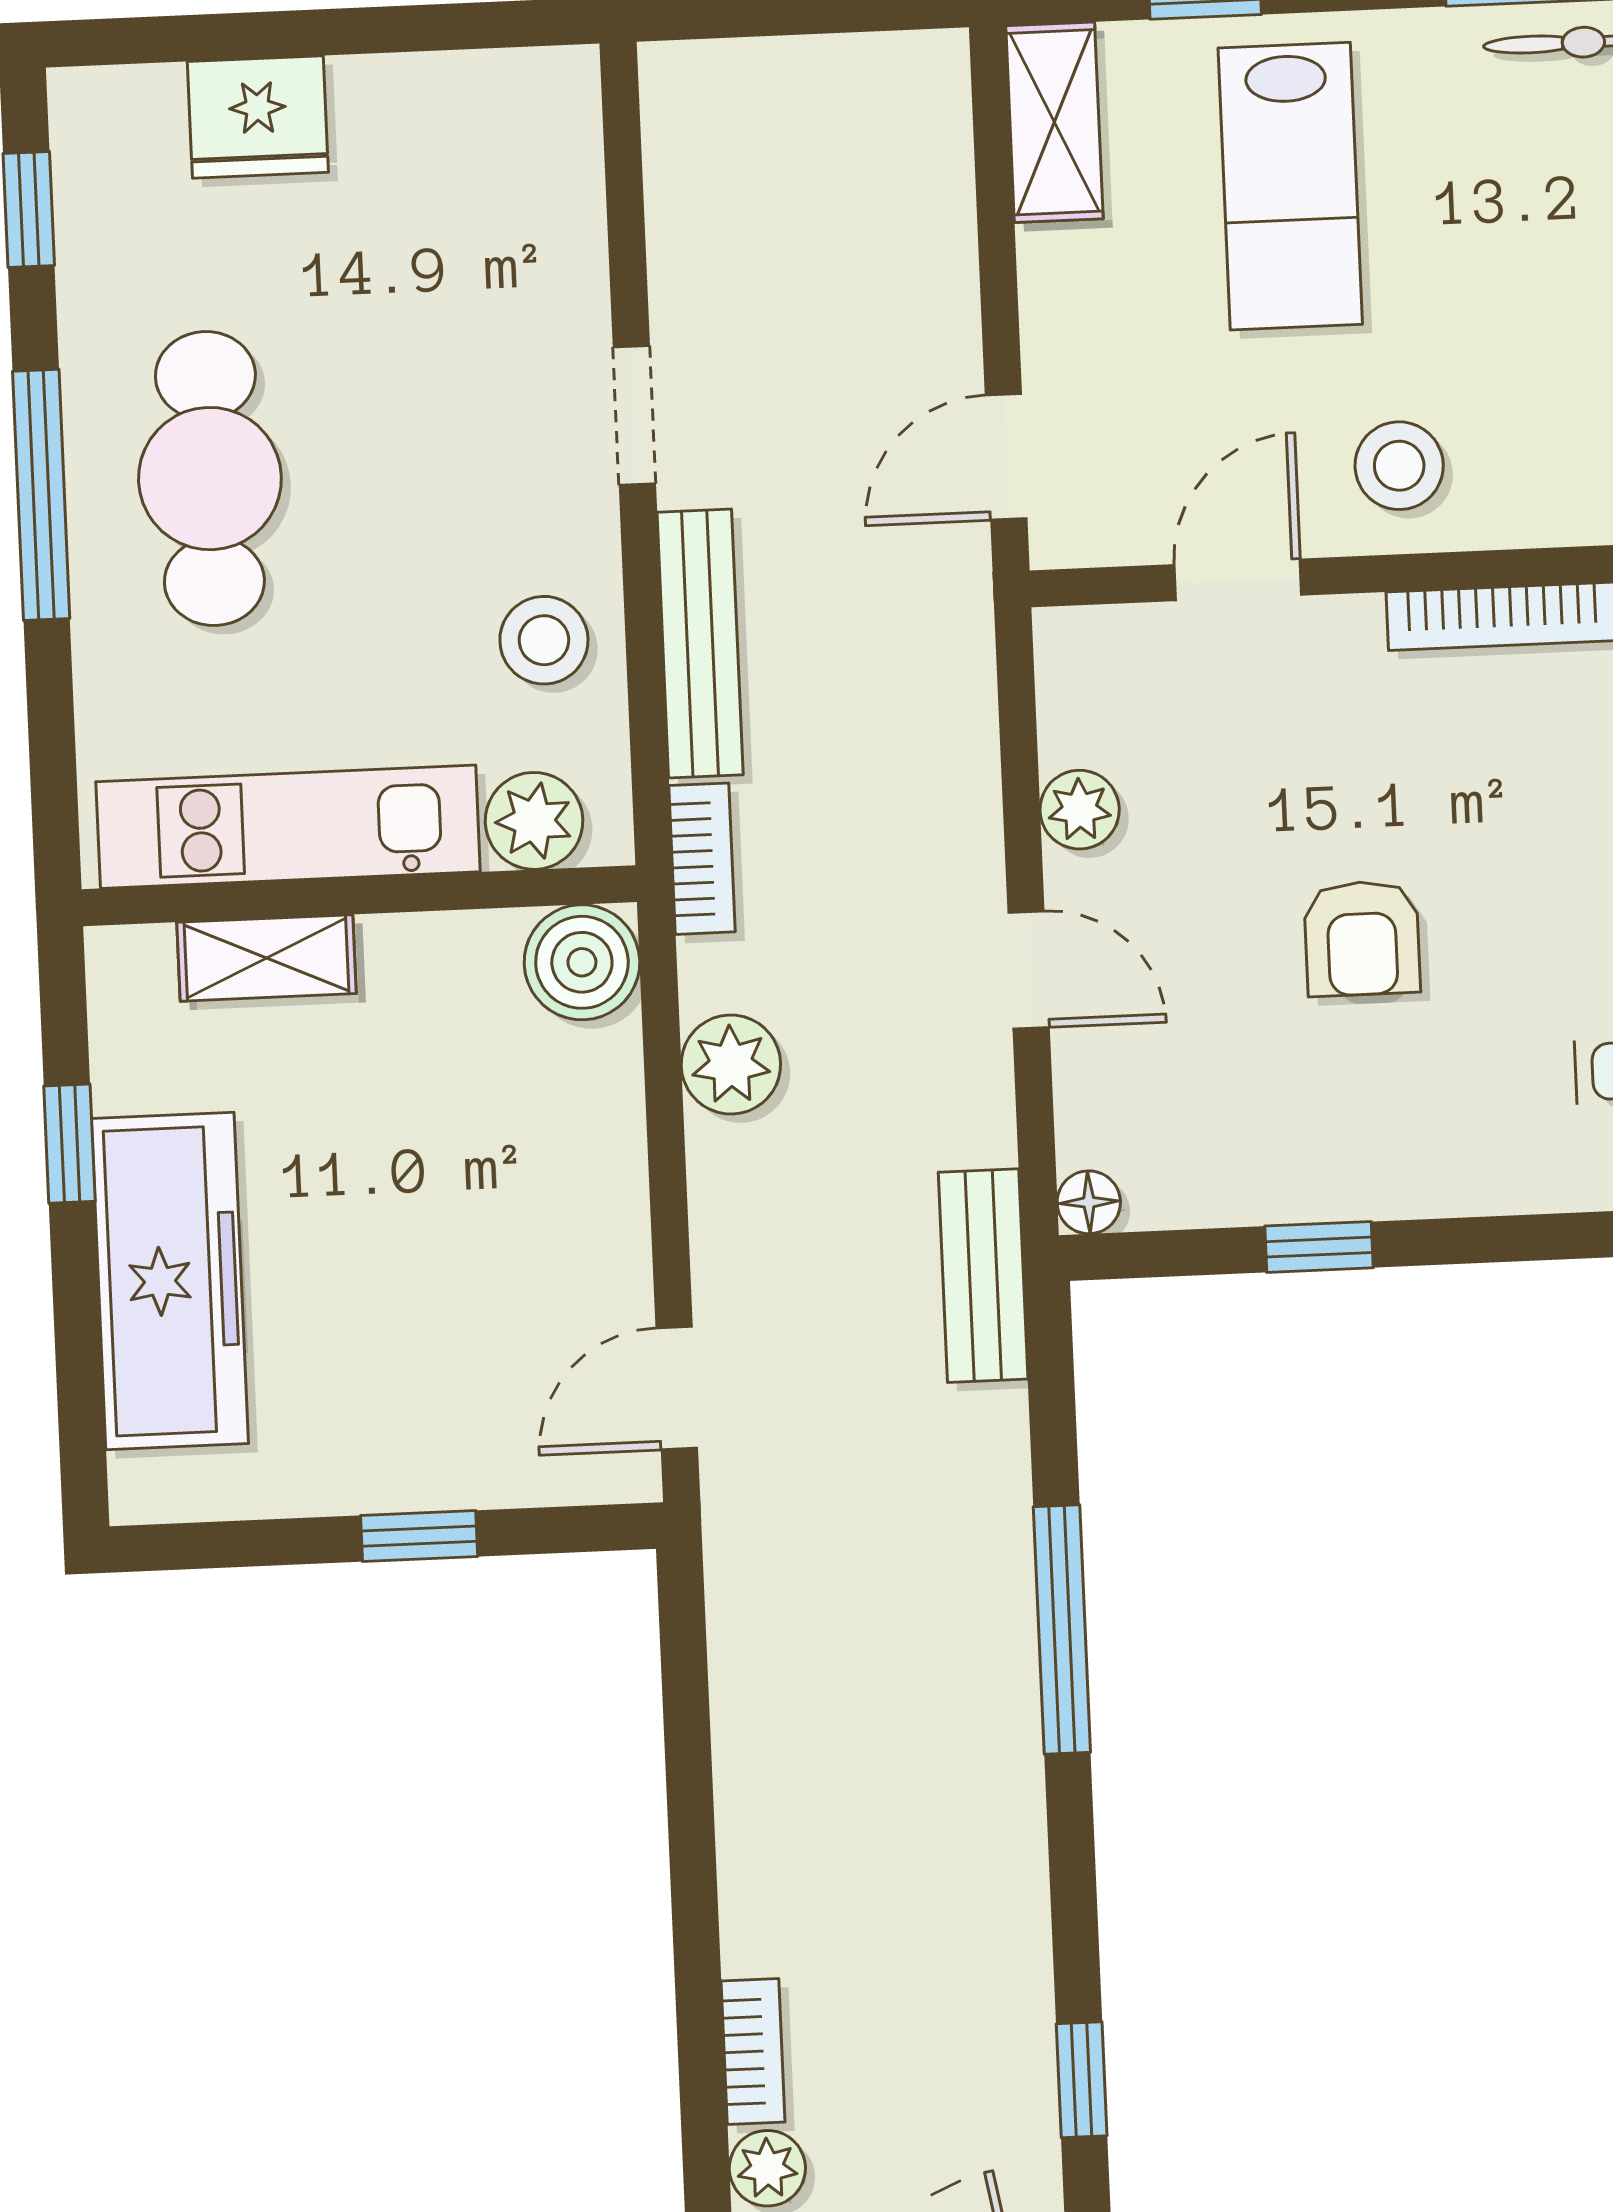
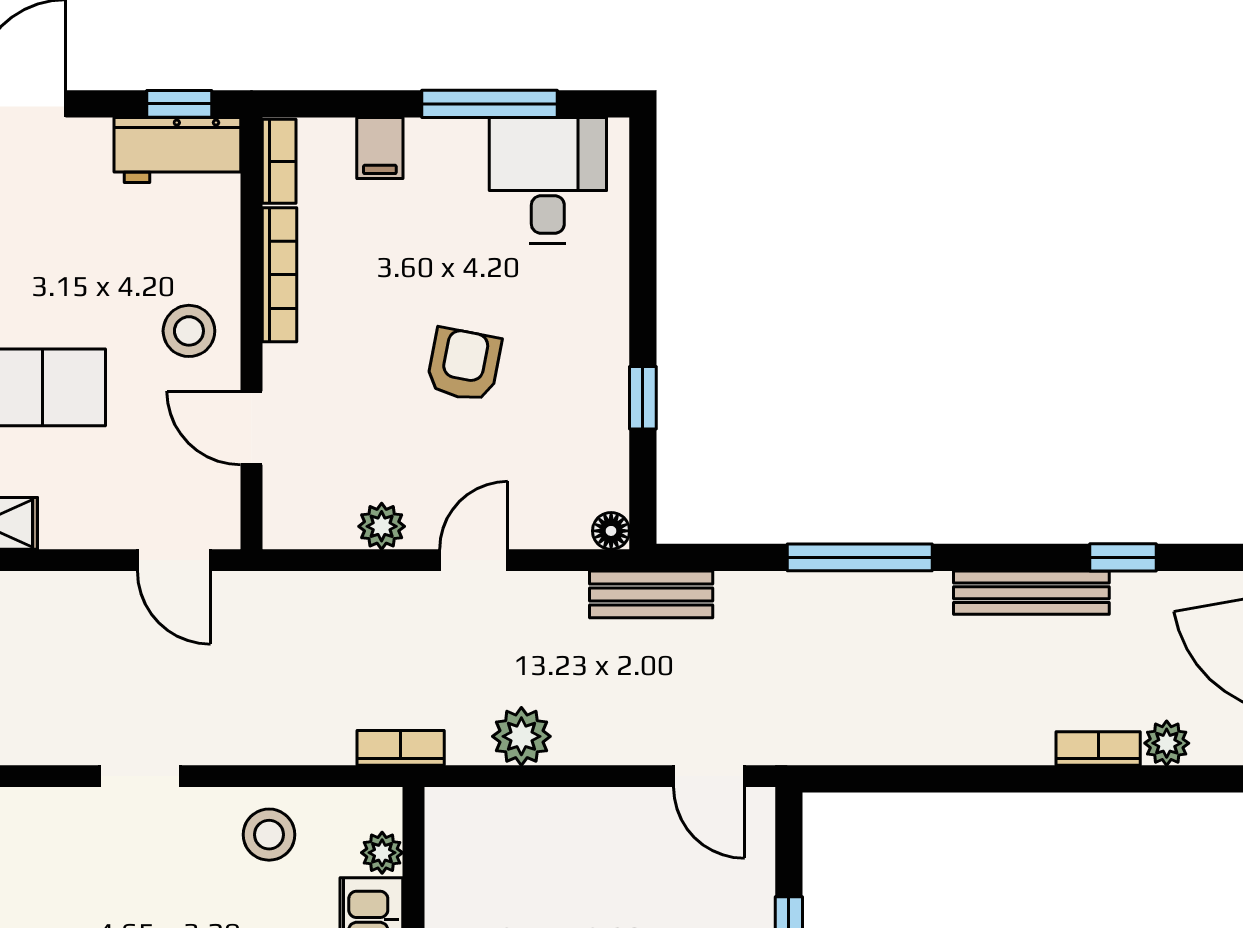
bench: (700, 644) -> (1031, 593), moved
plant: (534, 821) -> (382, 853), width x0.73, depth x0.73
armchair: (1362, 938) -> (464, 365), turned -79
boiler: (582, 962) -> (458, 821), removed

